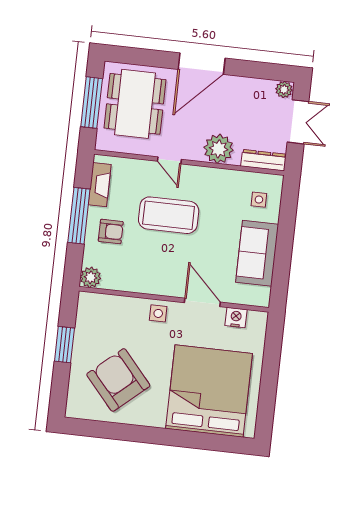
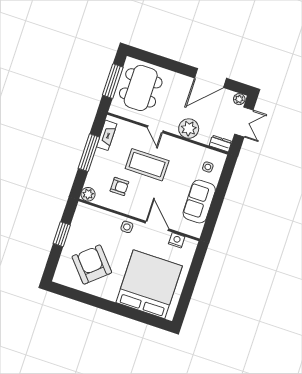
door: (202, 64) -> (210, 78), moved
dresser: (264, 160) -> (220, 144), width x0.70
armchair: (111, 231) -> (119, 186), moved

